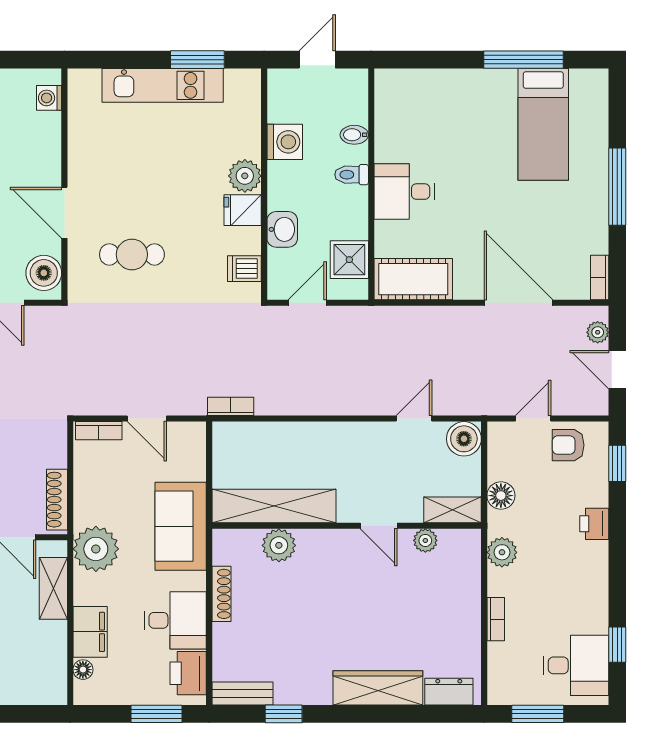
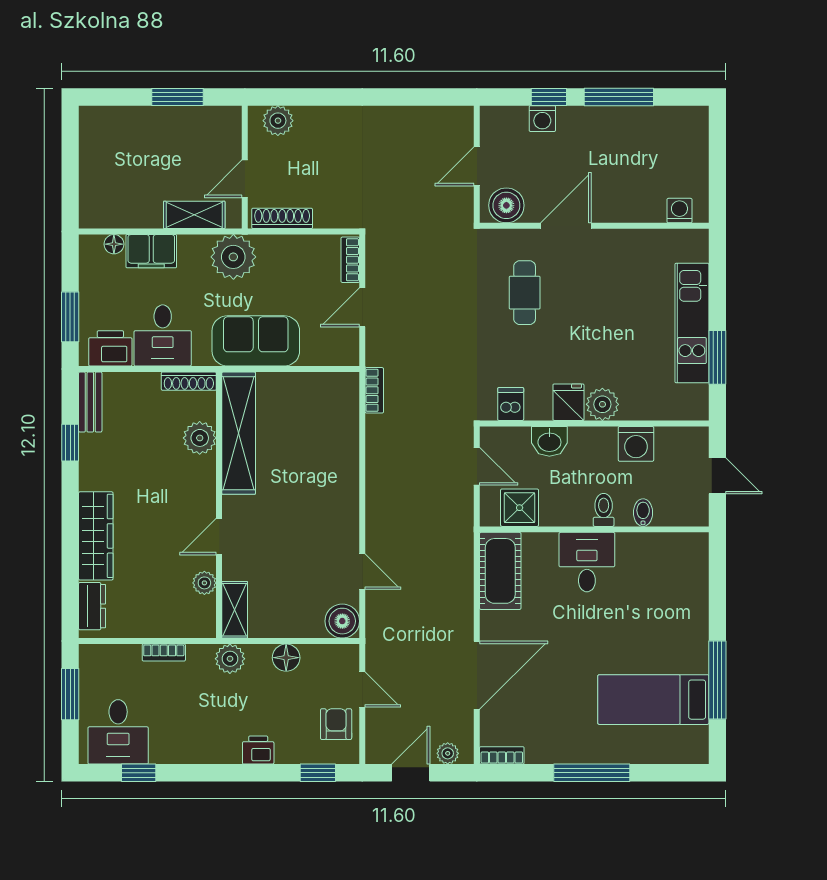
shelving: (274, 506) -> (239, 433), moved
shelving: (453, 510) -> (235, 610), moved
wall: (347, 526) -> (219, 505), moved
door: (379, 526) -> (219, 537), moved
plant: (425, 540) -> (204, 583), moved
plant: (279, 545) -> (200, 438), moved

